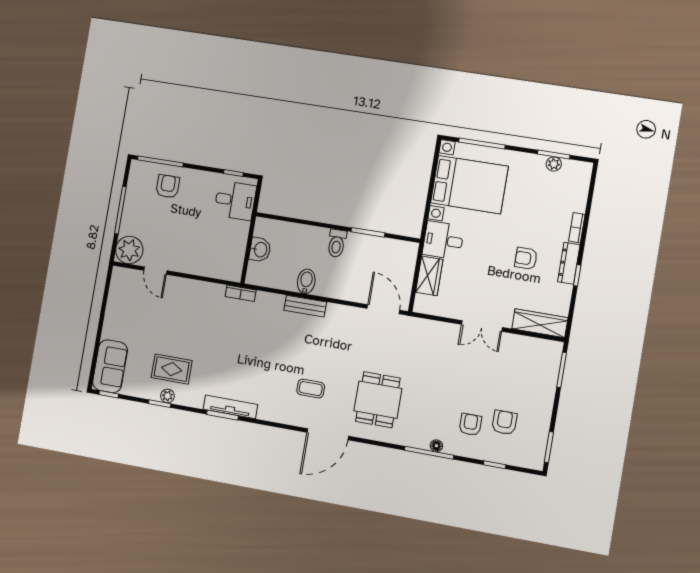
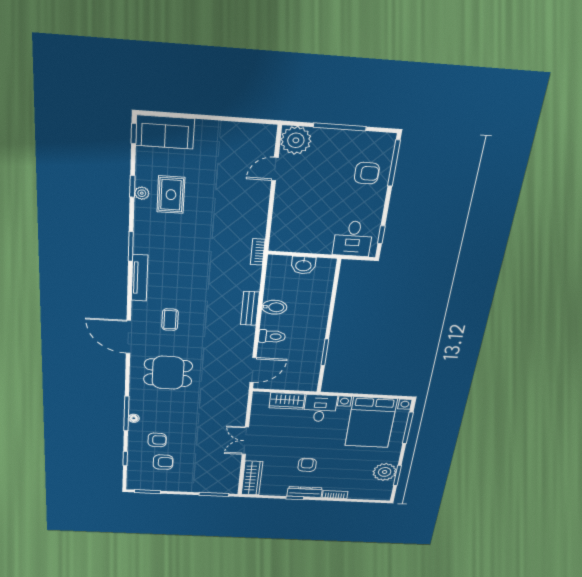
plant: (554, 164) -> (385, 472), width x1.88, depth x1.88
toilet: (337, 243) -> (272, 336), moved, turned 180
tv unit: (230, 407) -> (140, 278), moved

